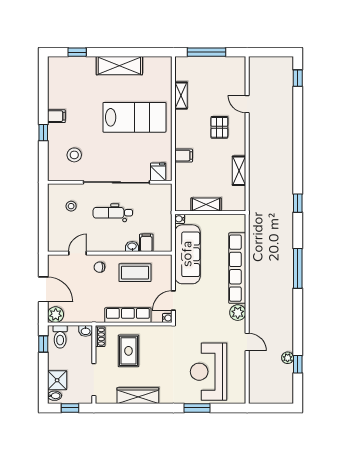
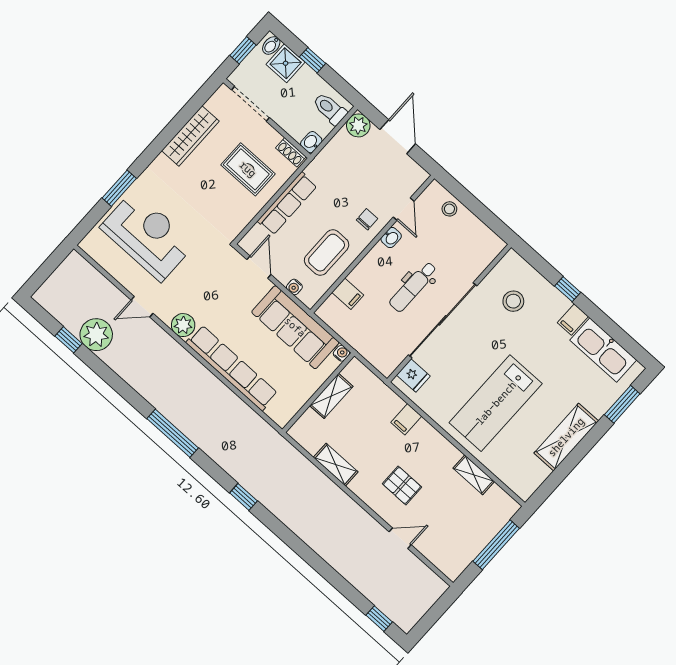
window: (77, 52) -> (622, 404), width x1.50
kitchen sink: (58, 87) -> (603, 350), added
stool: (71, 206) -> (449, 209), moved
dental chair: (113, 213) -> (413, 287), turned 180
washbasin: (132, 246) -> (391, 238), moved
door: (43, 289) -> (398, 137), swing flipped
water cooler: (167, 318) -> (294, 287), moved
window: (43, 344) -> (313, 60), moved
plant: (288, 358) -> (96, 335), width x1.87, depth x1.87

